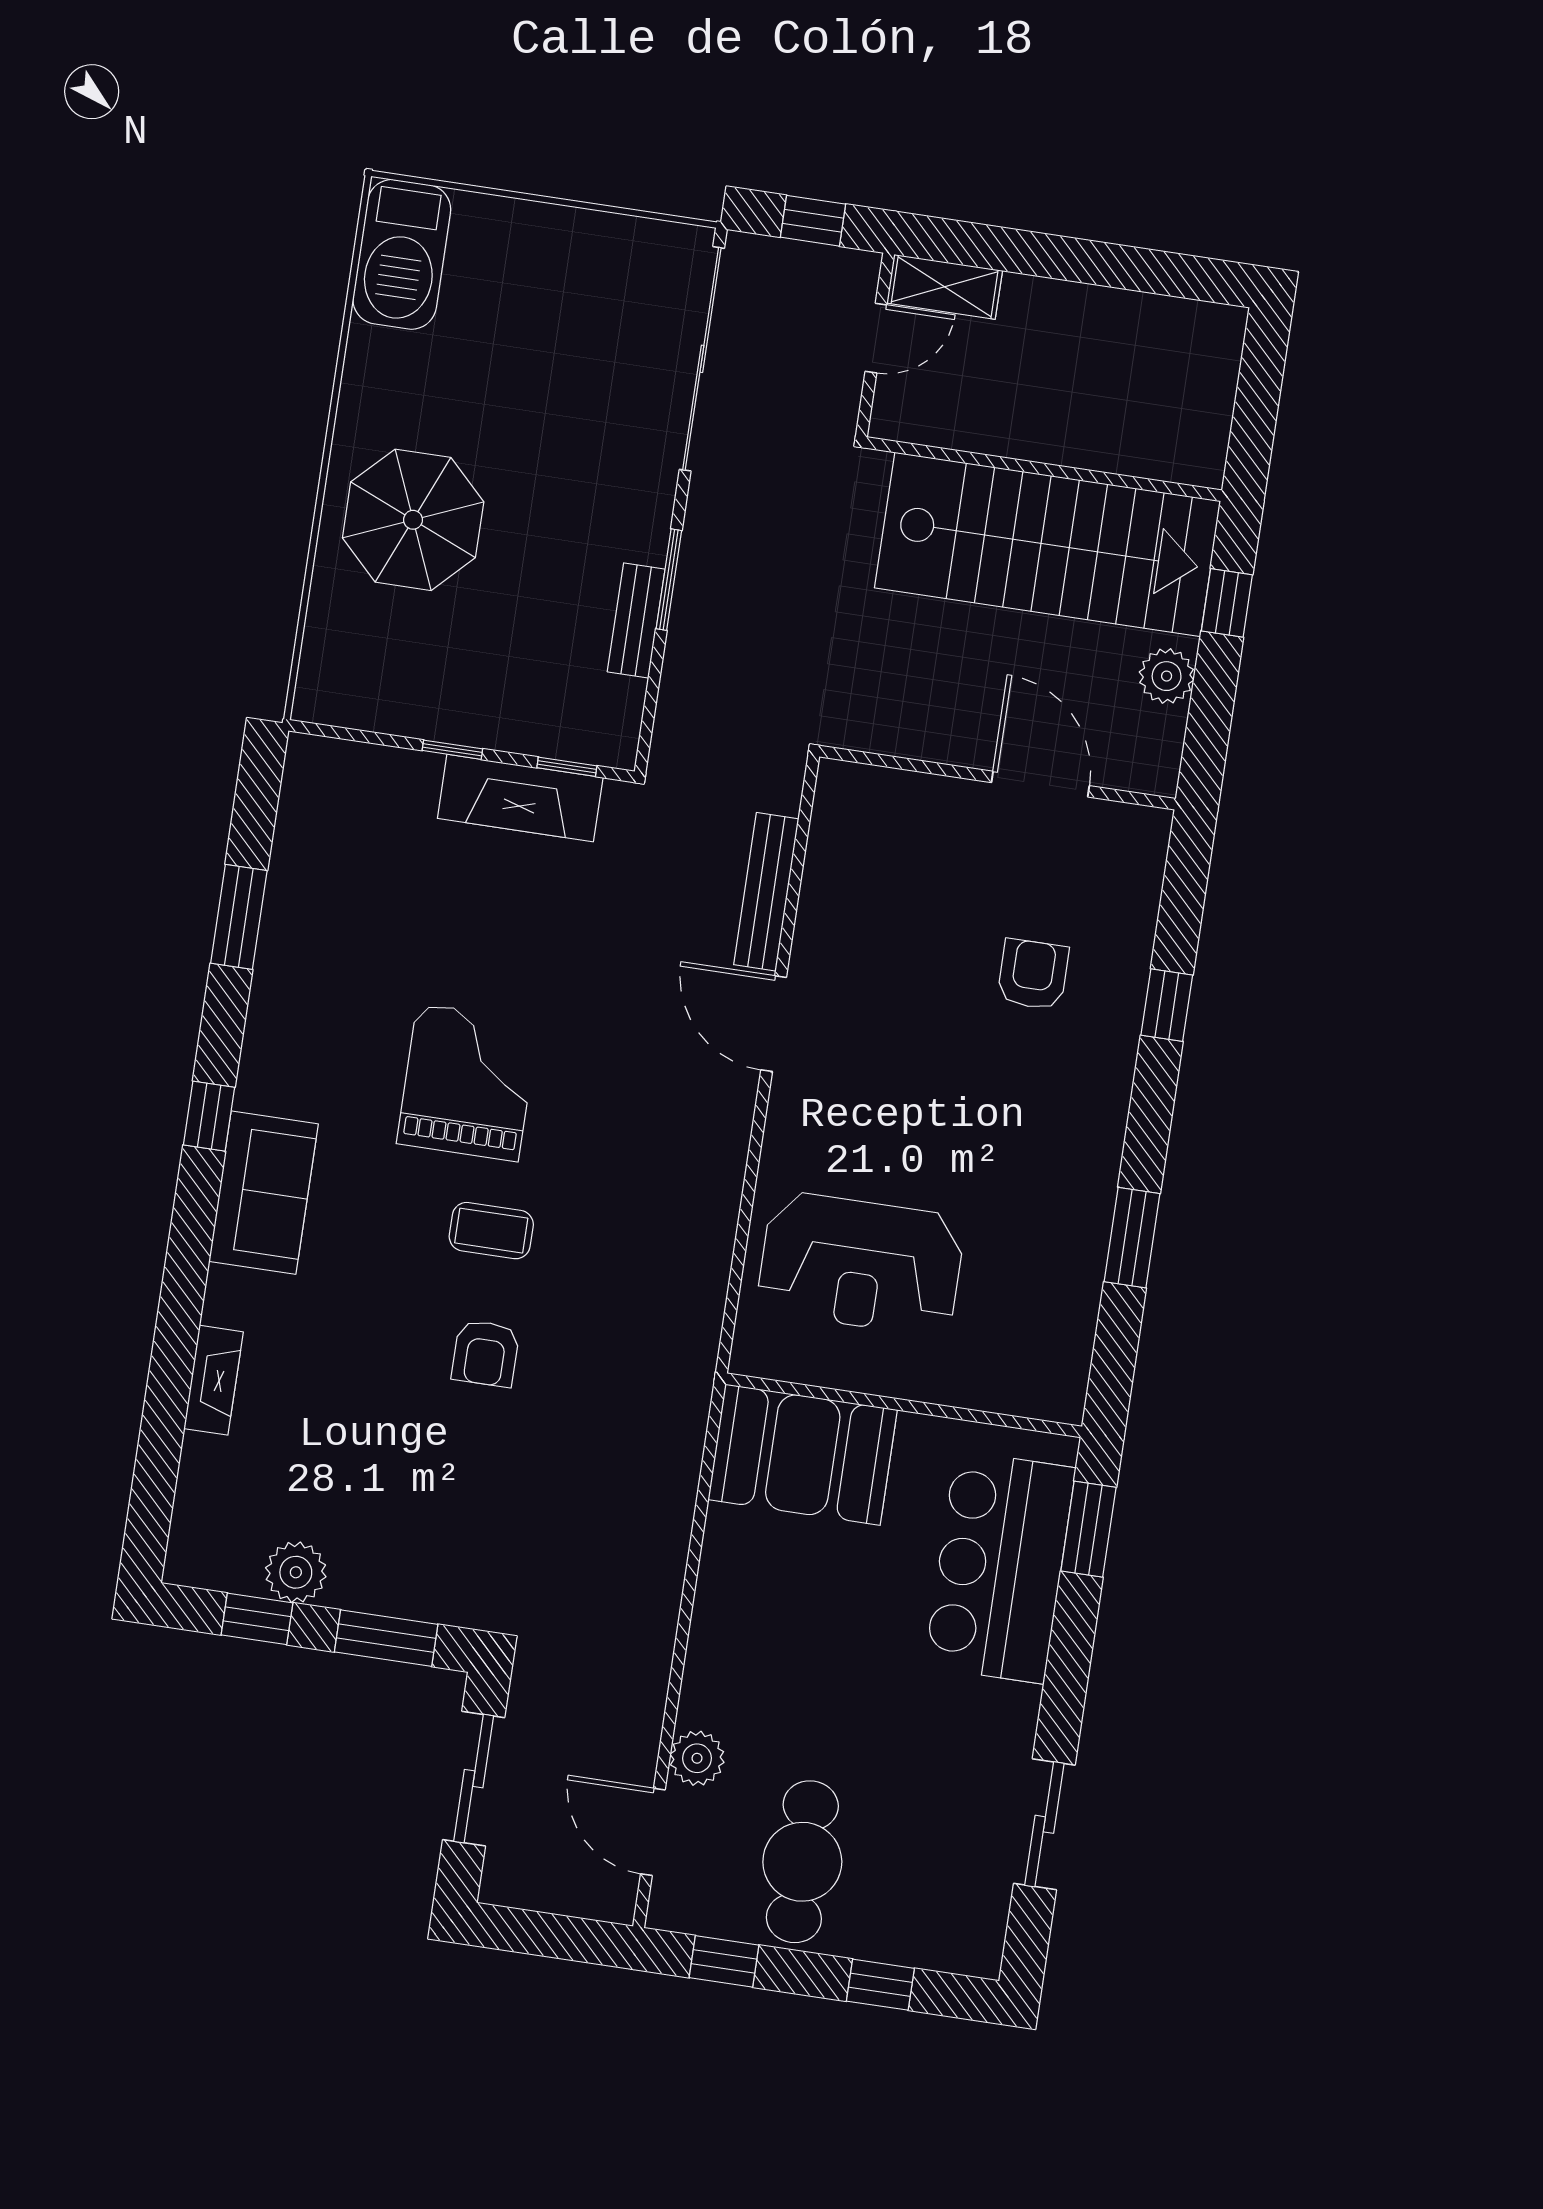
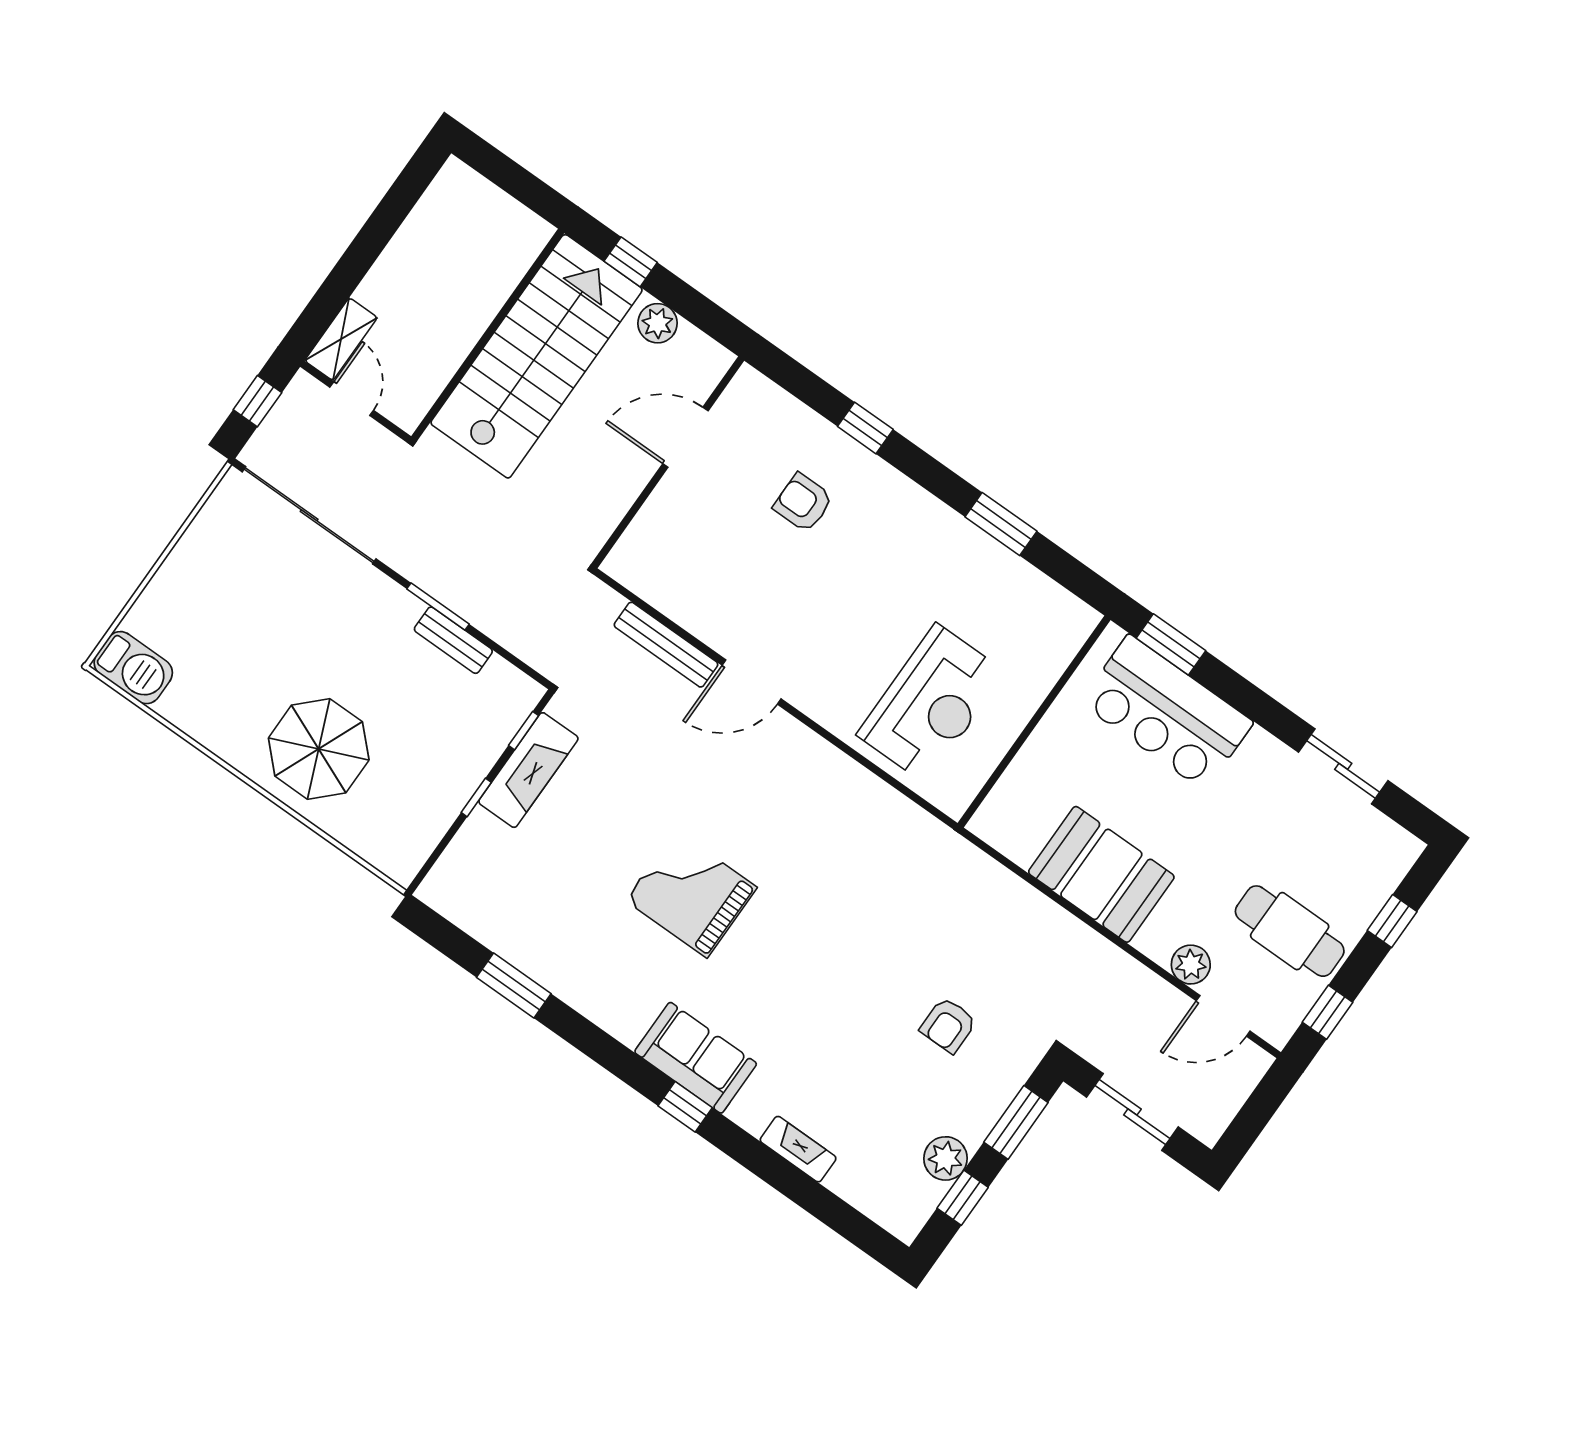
barbecue: (402, 254) -> (133, 668), width x0.73, depth x0.83
window: (209, 1116) -> (685, 1107), moved
coffee table: (491, 1231) -> (792, 926), removed
armchair: (485, 1353) -> (948, 1025), moved, turned 90
booth: (803, 1455) -> (1101, 874), moved, turned 90

